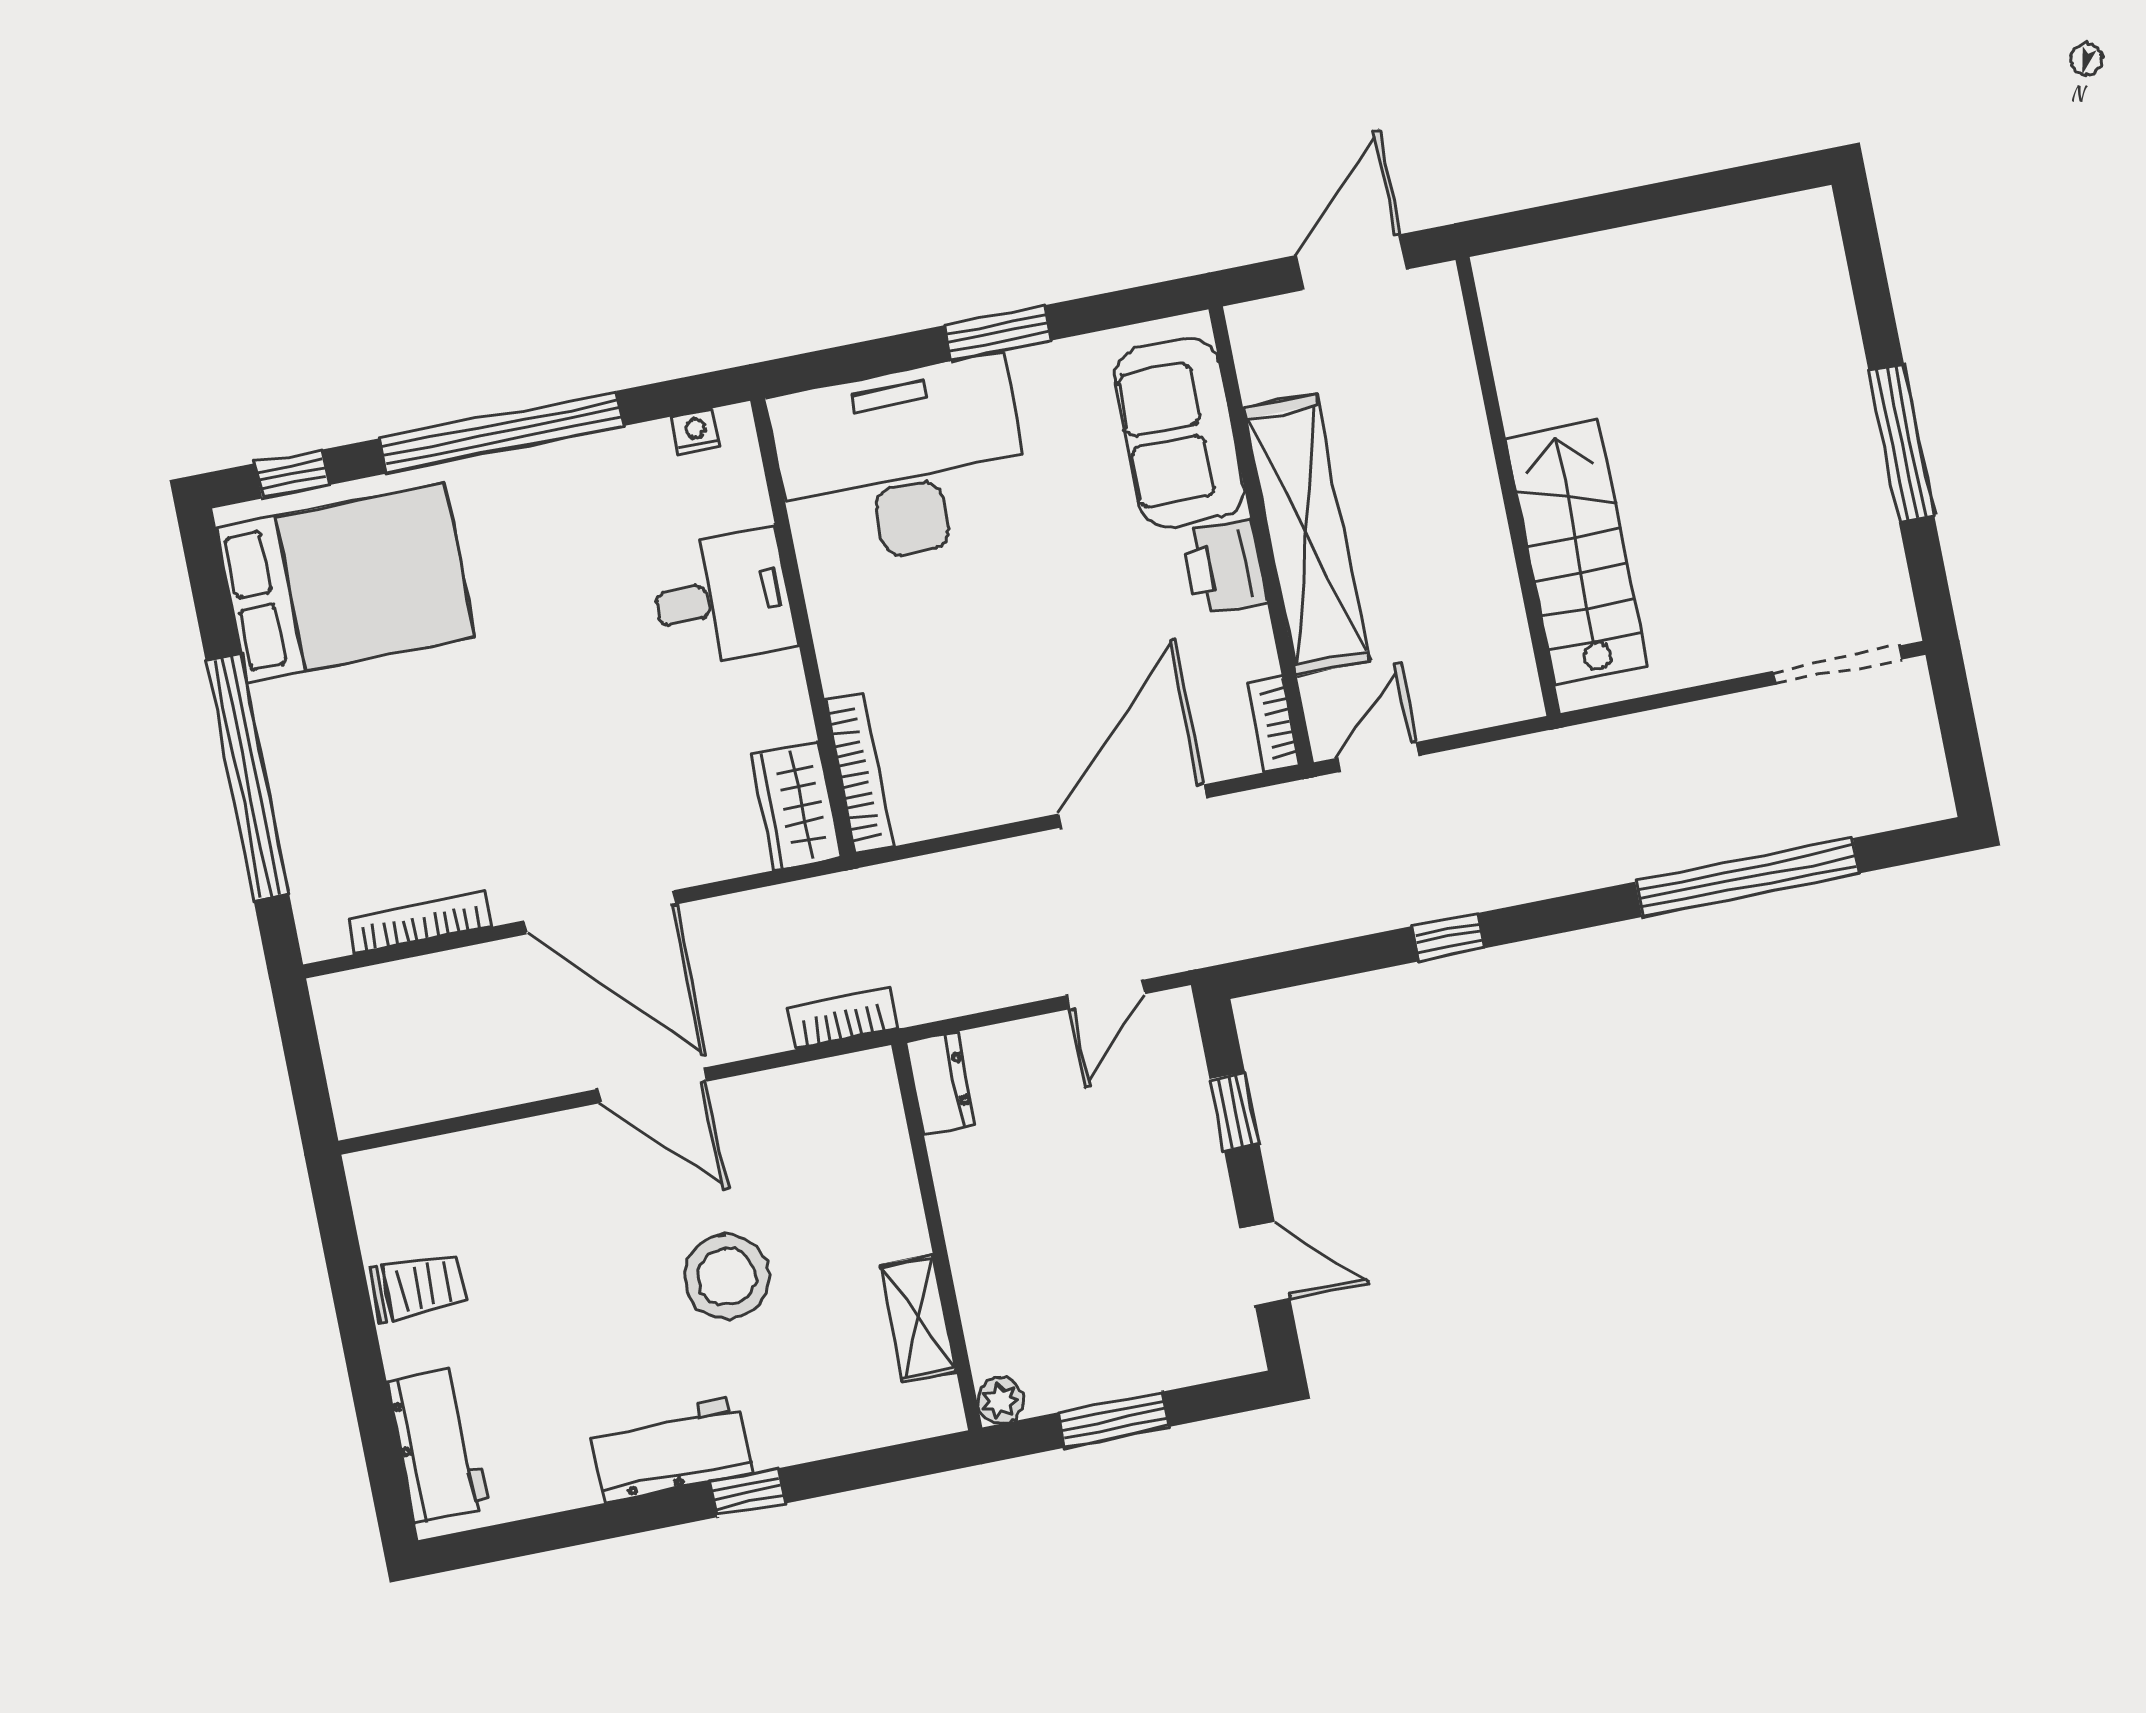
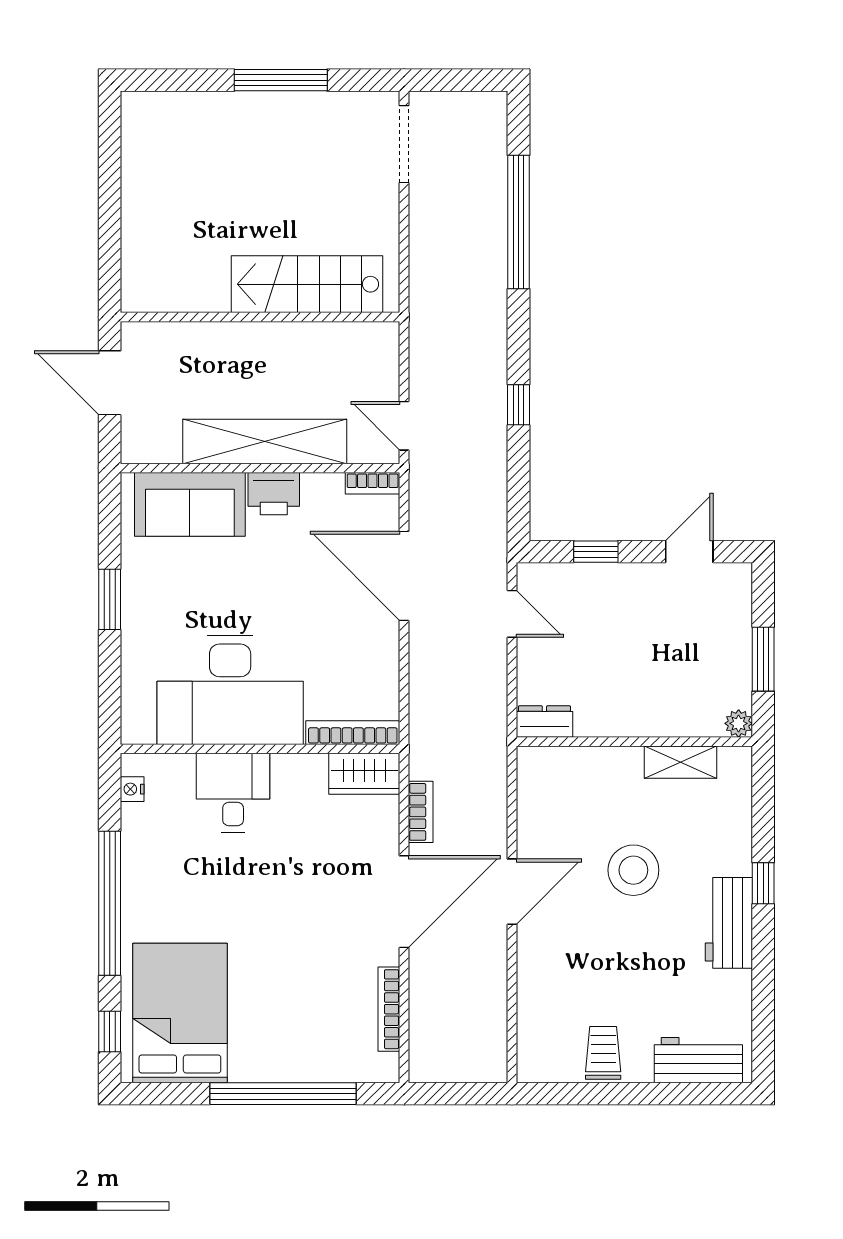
desk: (901, 463) -> (230, 690), moved, turned -90
bookcase: (842, 1019) -> (421, 812), moved, turned 180

